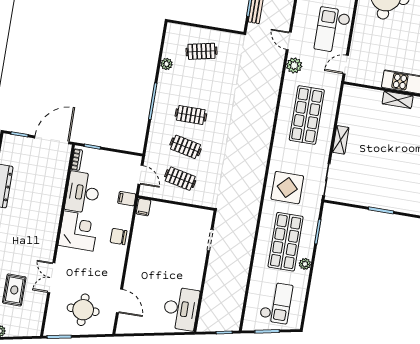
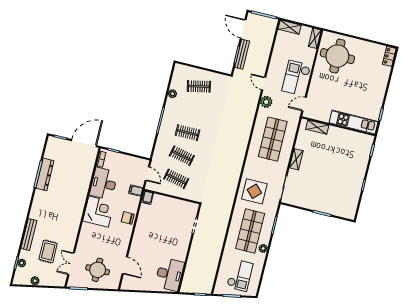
shelving: (398, 100) -> (317, 127), moved
double door: (51, 278) -> (71, 264), moved

